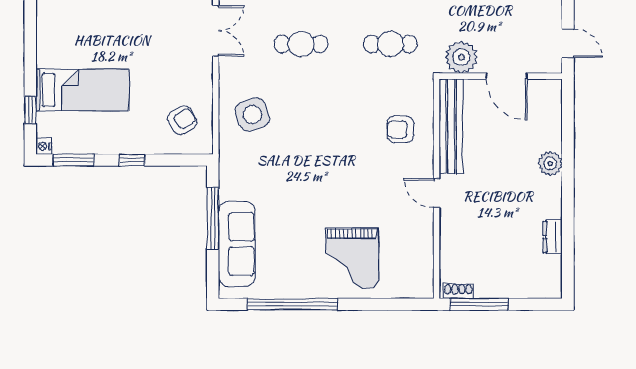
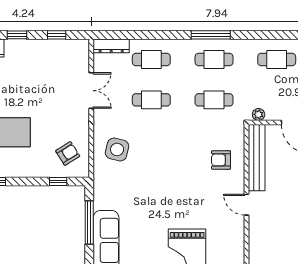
plant: (461, 57) -> (259, 114), width x0.53, depth x0.53
side table: (252, 115) -> (117, 149), turned 32
window: (132, 160) -> (58, 181), moved

